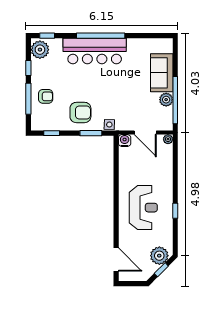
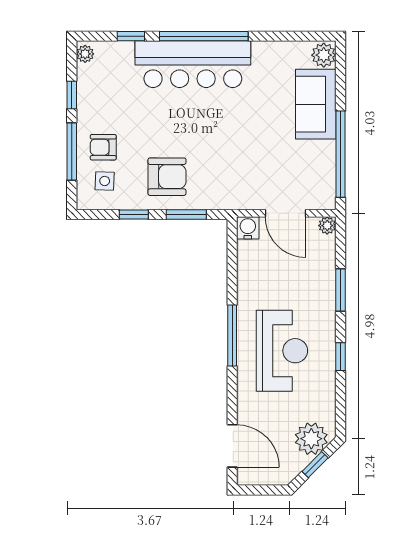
window: (47, 36) -> (131, 36), moved
plant: (40, 50) -> (85, 54), width x0.53, depth x0.53
armchair: (46, 96) -> (103, 147), turned 180
plant: (166, 100) -> (324, 55), moved
side table: (109, 125) -> (105, 181), moved
window: (52, 133) -> (134, 214), moved
window: (175, 174) -> (341, 290), added
window: (116, 199) -> (232, 335), added

